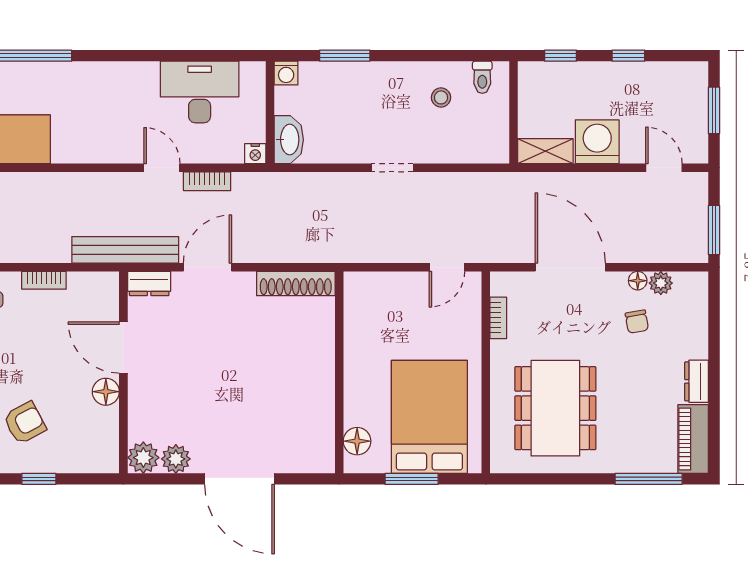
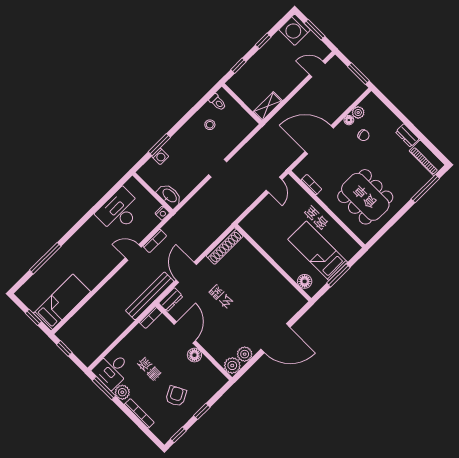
washing machine: (286, 73) -> (160, 156), moved
washing machine: (597, 142) -> (295, 30), moved, turned -90
bookcase: (44, 280) -> (151, 317), moved
door: (123, 348) -> (185, 332), swing flipped
bed: (429, 417) -> (318, 251), width x0.67

